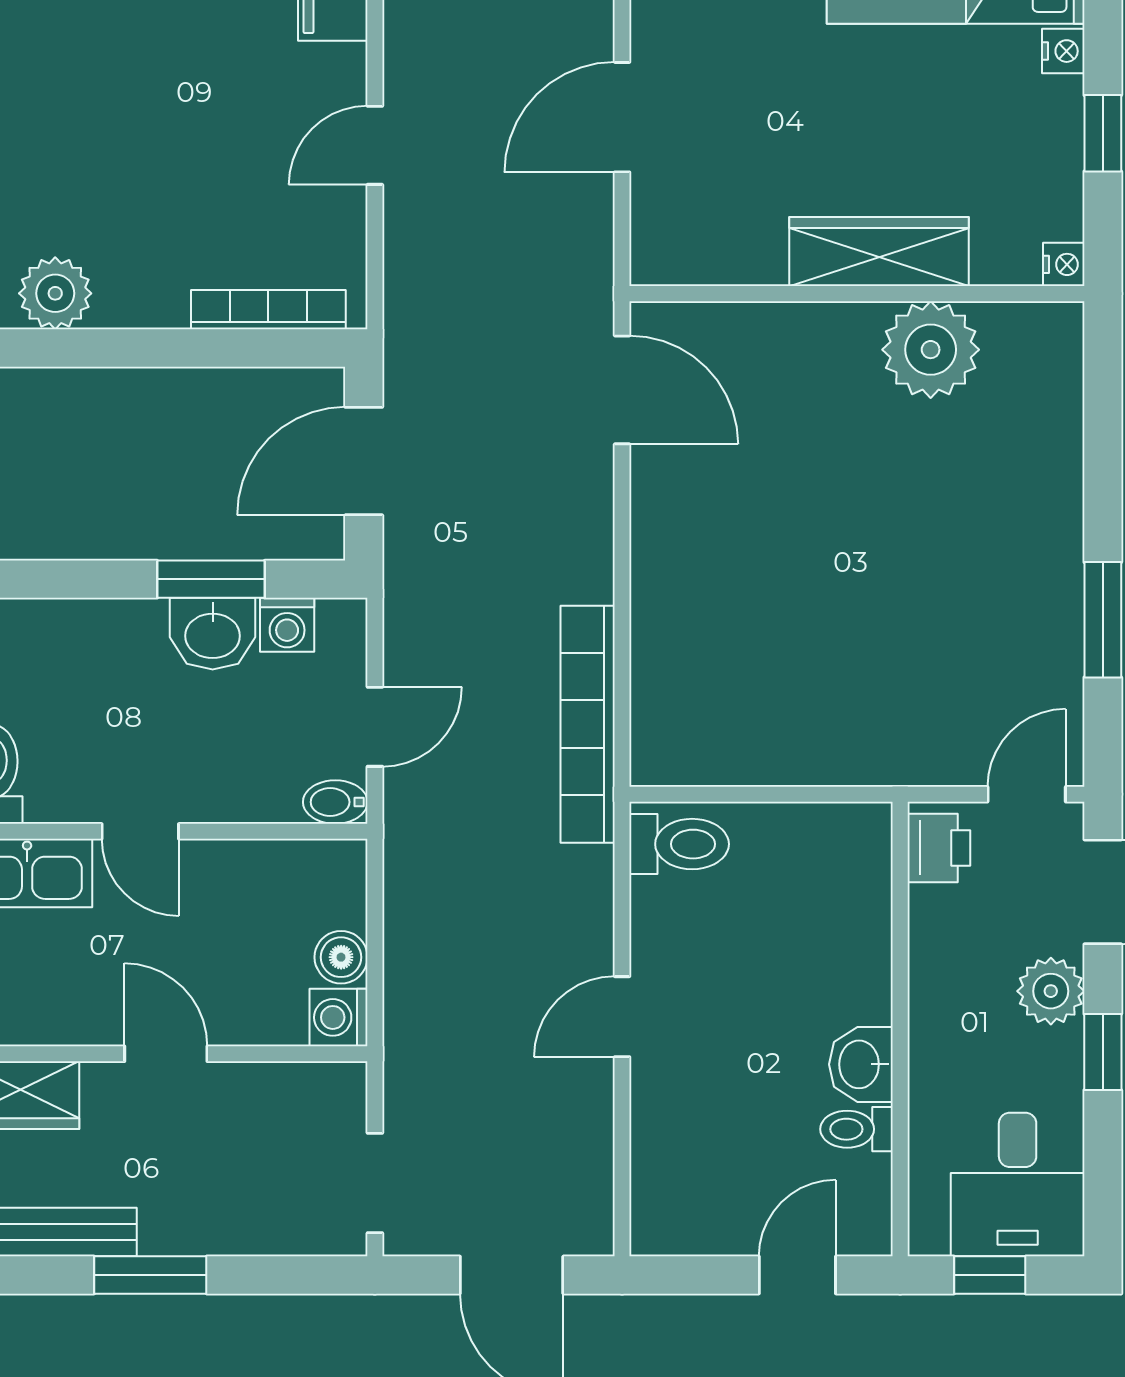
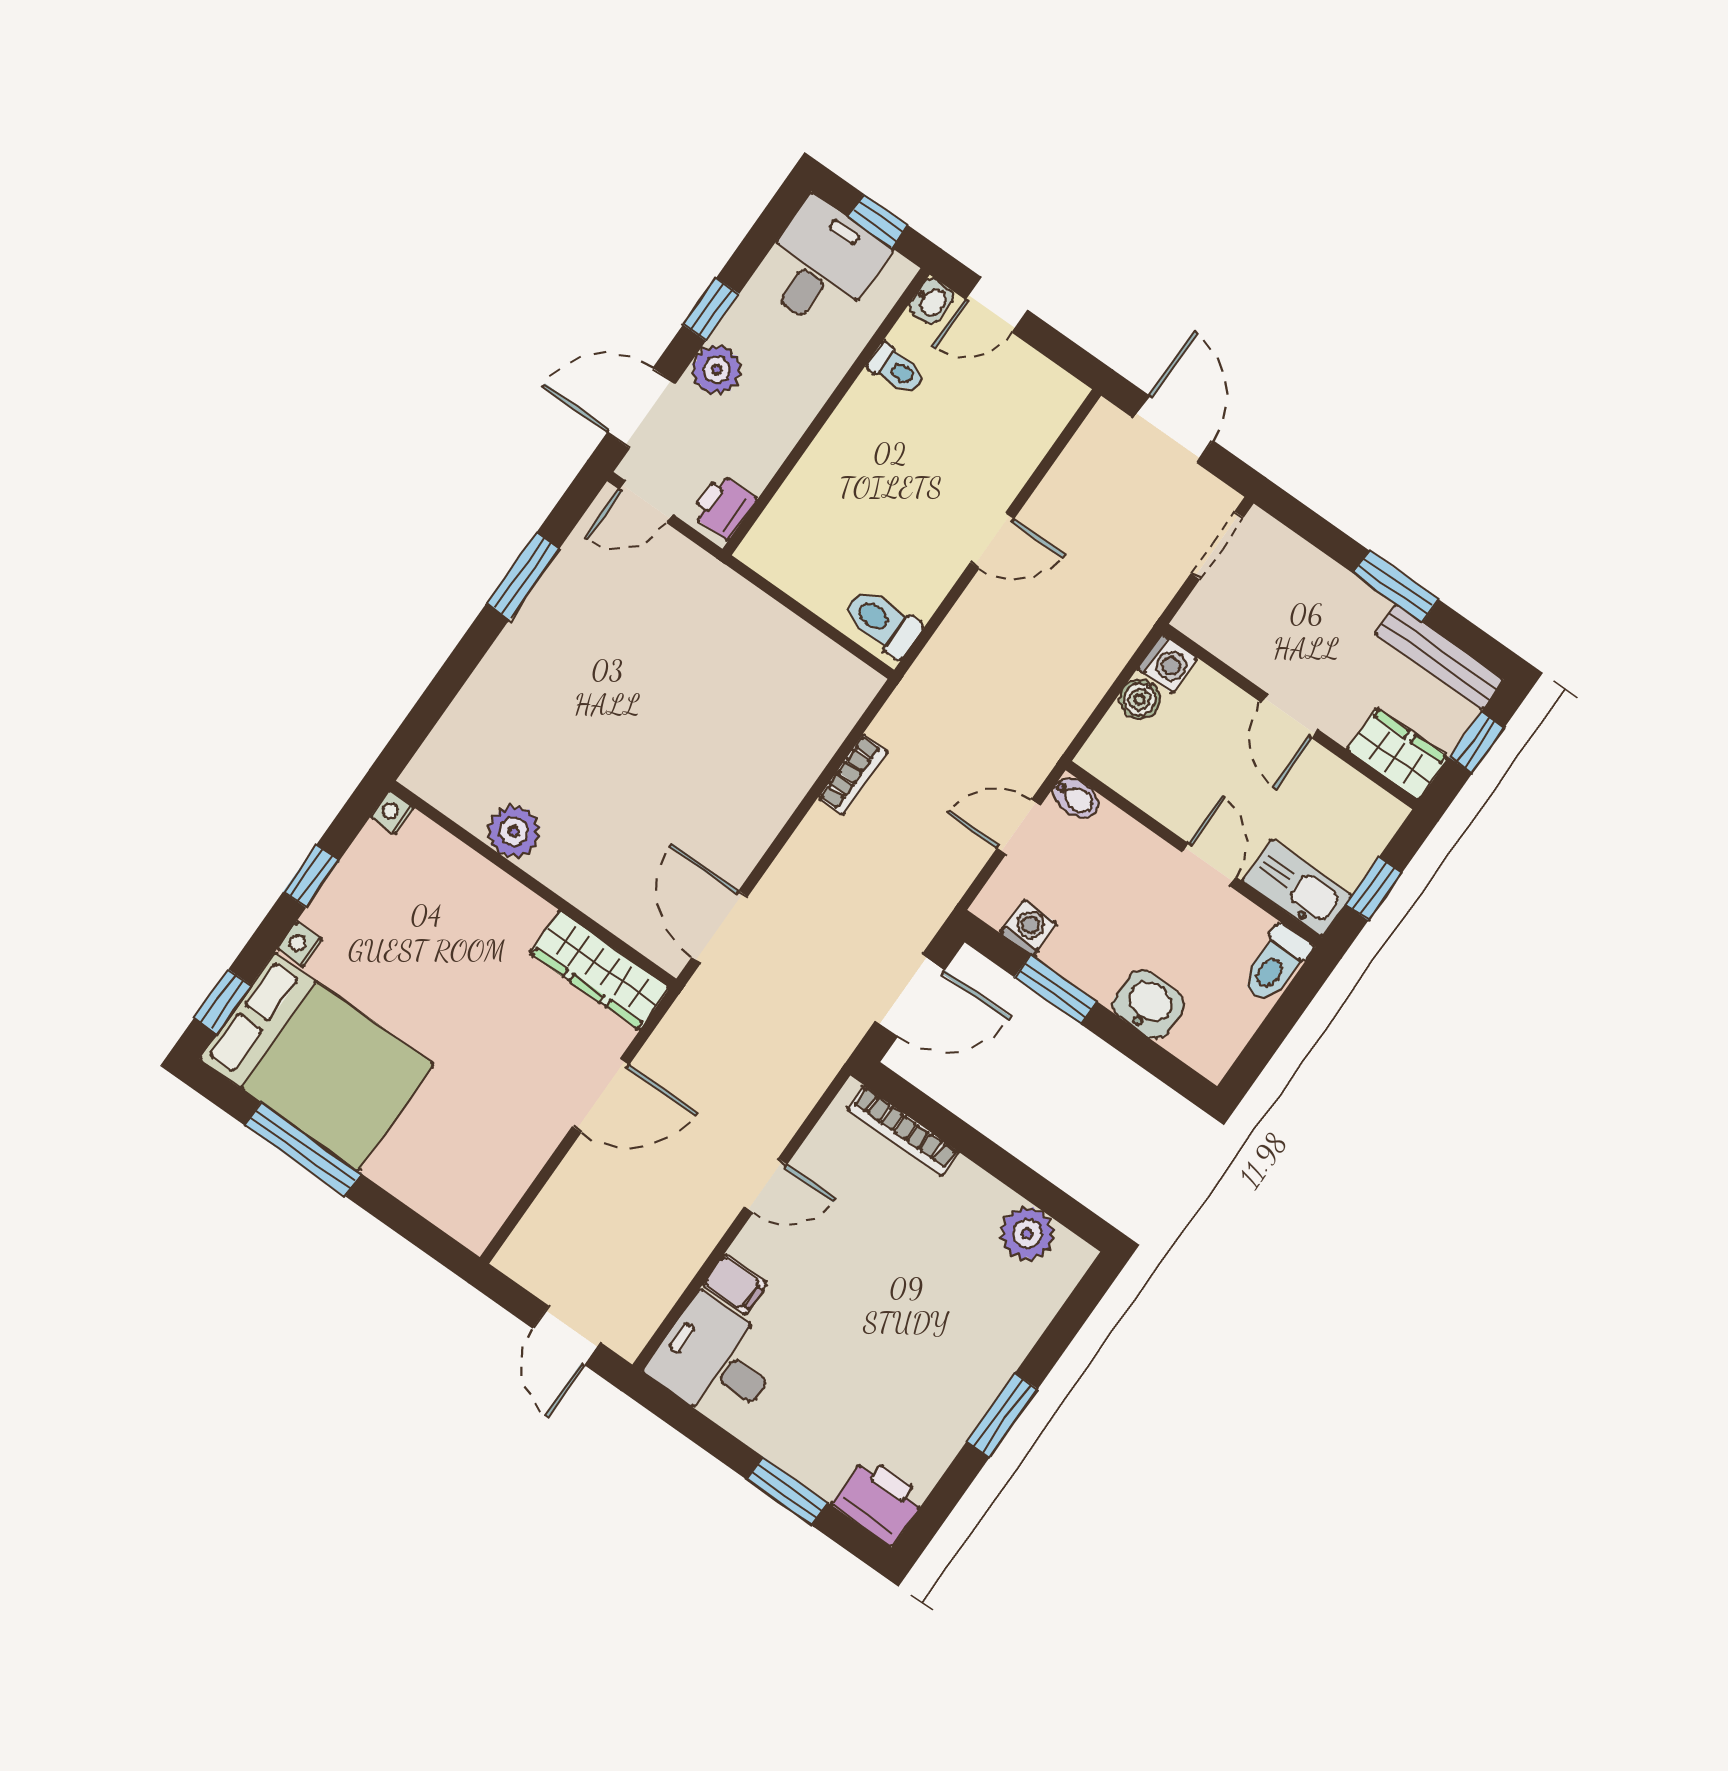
wardrobe: (879, 252) -> (599, 970), moved
plant: (931, 350) -> (514, 831), width x0.73, depth x0.73
washbasin: (213, 634) -> (1149, 1005), moved
bookcase: (588, 724) -> (853, 775), width x0.43, depth x0.76
washbasin: (861, 1064) -> (931, 301), moved, width x0.72, depth x0.69

